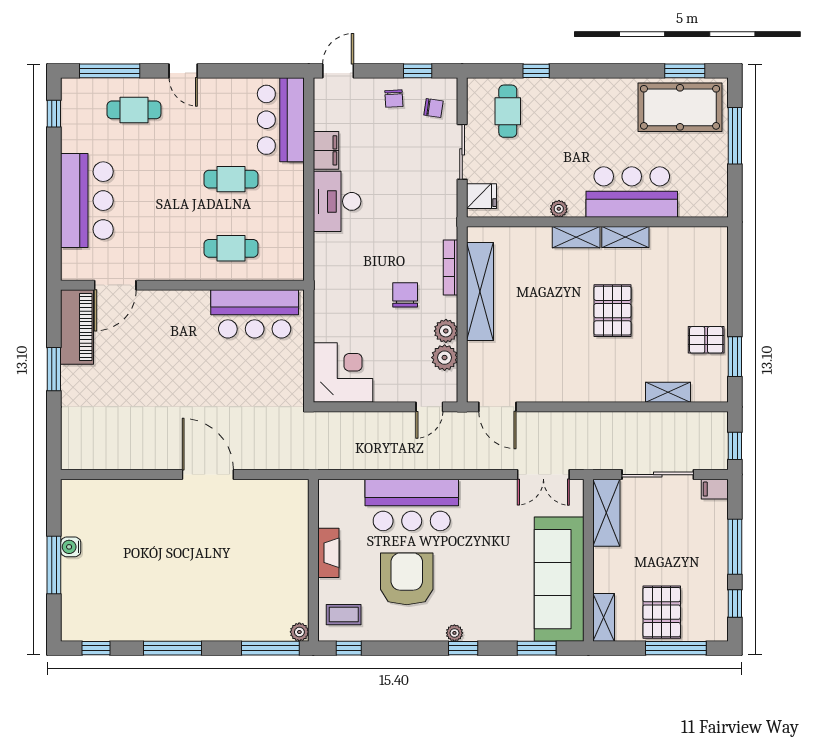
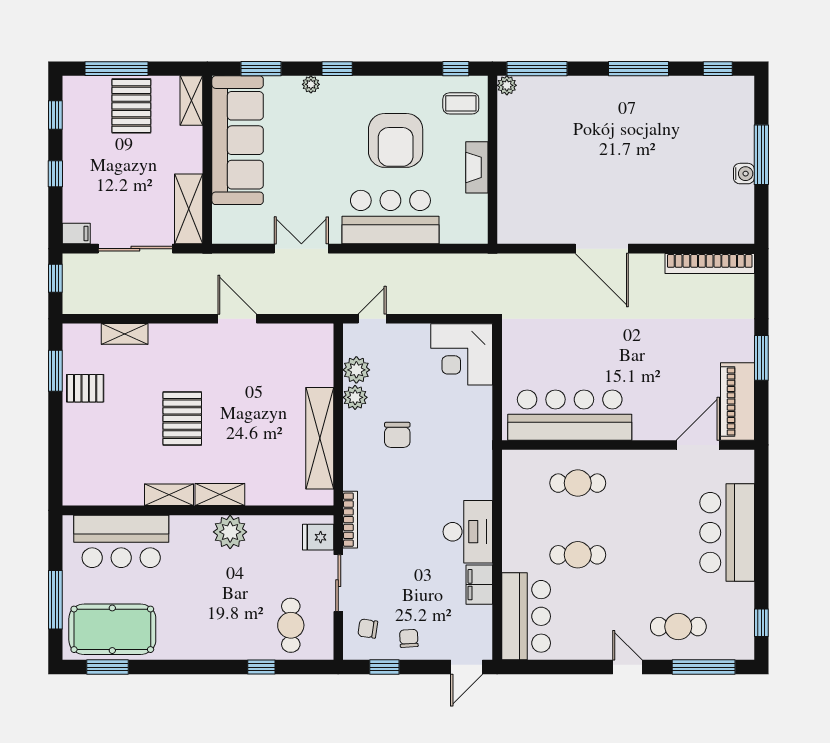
bar counter: (632, 192) -> (121, 541), moved
plant: (559, 209) -> (230, 532), width x1.88, depth x1.88
bookcase: (451, 268) -> (350, 520), moved
bar counter: (255, 314) -> (570, 415), width x1.36
door: (497, 407) -> (237, 319), moved
bookcase: (104, 460) -> (710, 263), added
double door: (543, 475) -> (301, 249), moved
window: (735, 547) -> (55, 174), width x0.46
plant: (454, 633) -> (311, 84), moved

